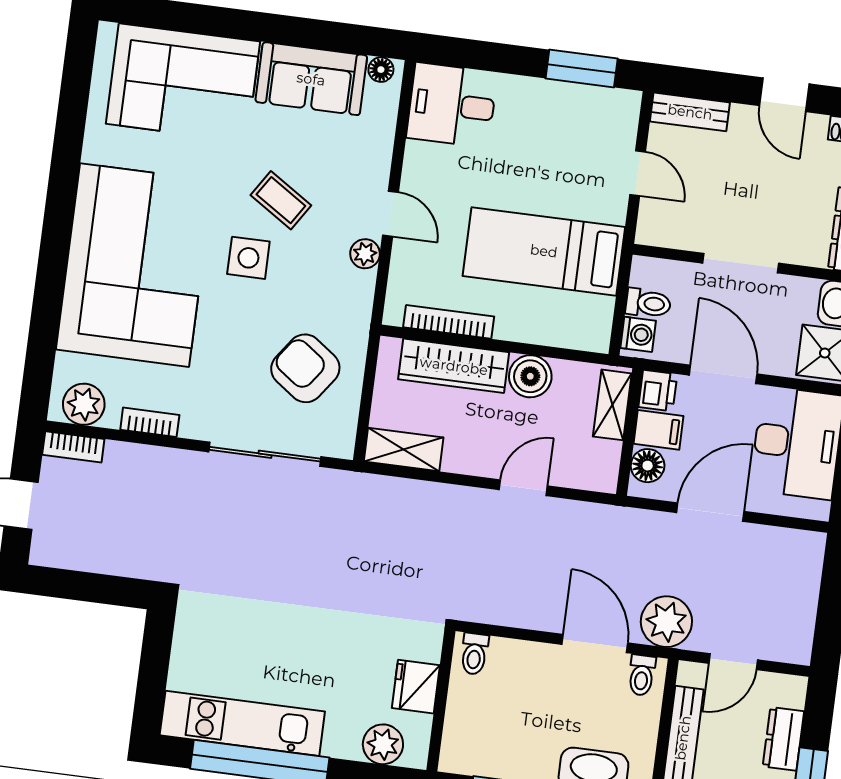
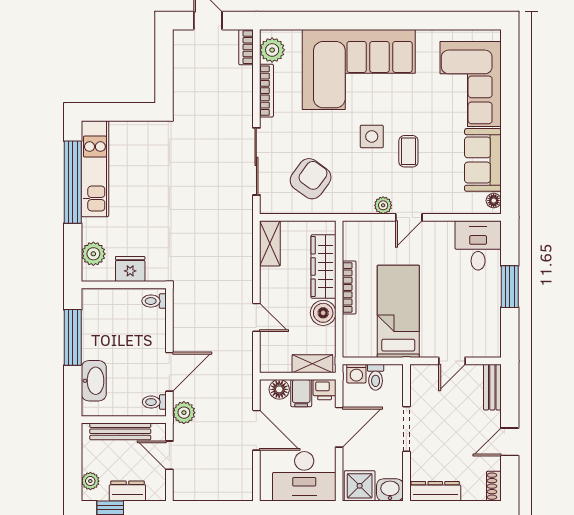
window: (582, 68) -> (510, 287), moved
coffee table: (281, 200) -> (408, 151), turned -33
bookcase: (449, 322) -> (349, 287), moved
bookcase: (150, 422) -> (266, 91), width x1.56
plant: (666, 622) -> (184, 413), width x0.73, depth x0.73

